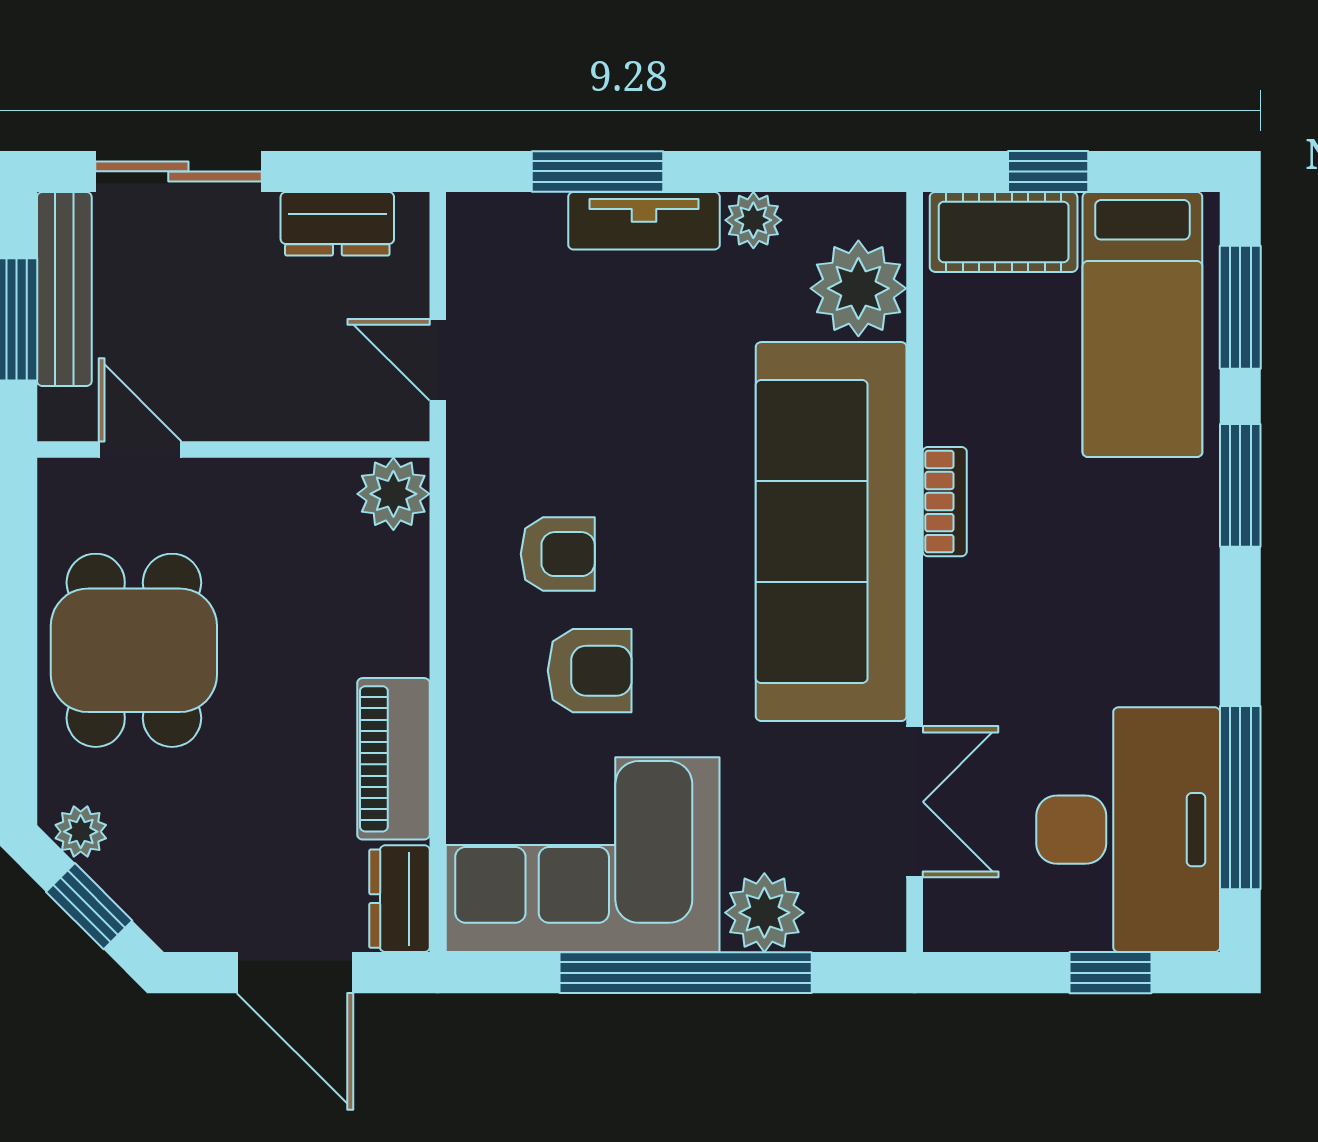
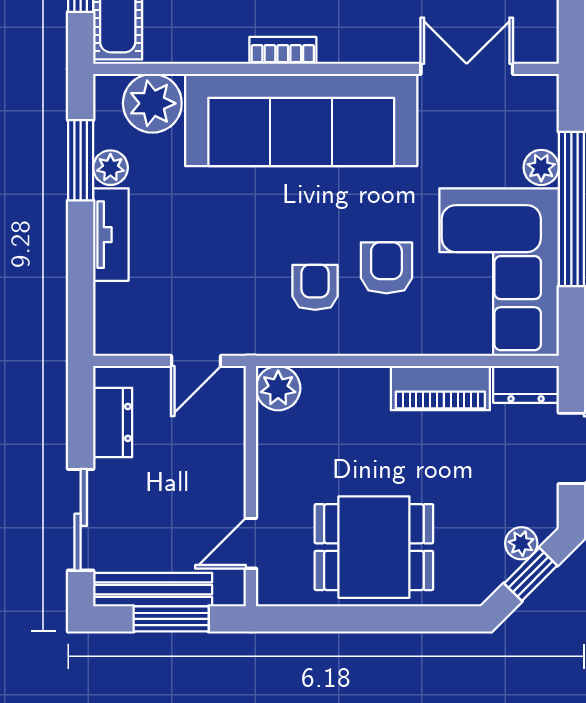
window: (598, 171) -> (81, 160), moved
plant: (81, 832) -> (521, 543), moved
plant: (764, 913) -> (541, 167), width x0.73, depth x0.73

